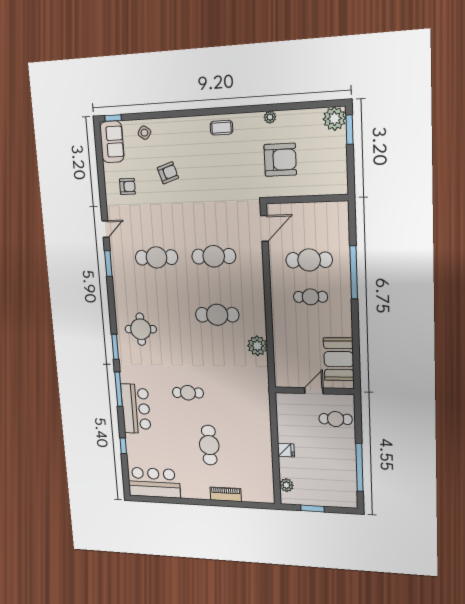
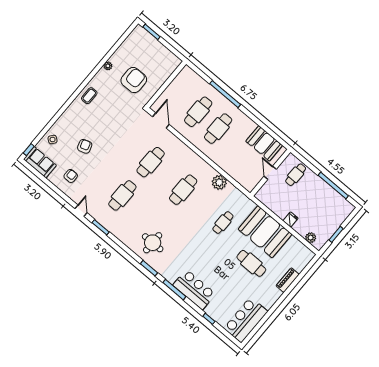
plant: (334, 119) -> (139, 34), removed
cafe table: (311, 297) -> (218, 129), width x1.37, depth x1.35
cafe table: (188, 393) -> (223, 223), moved
booth: (251, 434) -> (265, 232), added

